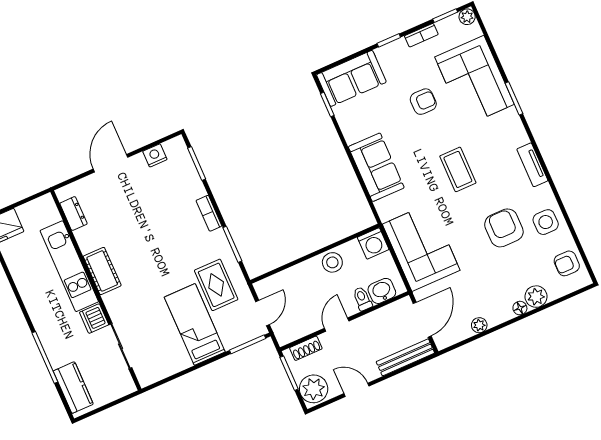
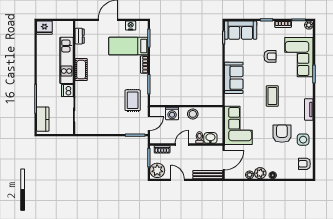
washing machine: (373, 243) -> (172, 113), moved
plant: (536, 297) -> (260, 173), moved
bed: (195, 324) -> (128, 46), moved, turned -90

